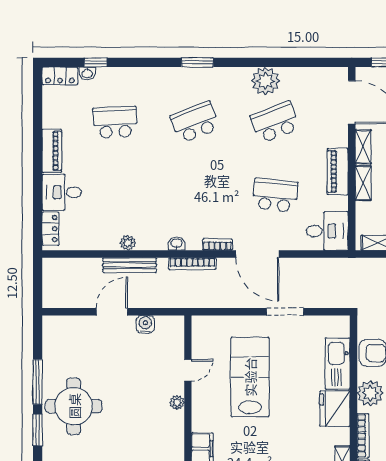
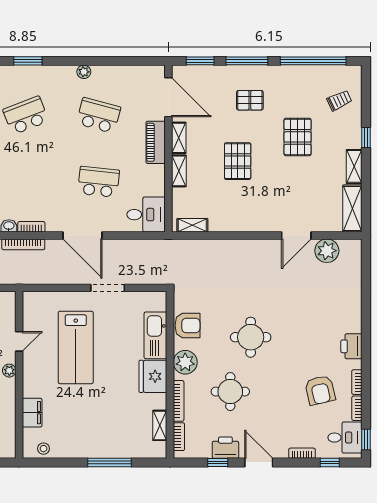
plant: (265, 81) -> (84, 72), width x0.53, depth x0.53
school desk: (275, 122) -> (99, 115), turned 36
piano: (338, 171) -> (156, 142), moved
bookcase: (217, 245) -> (31, 227), moved
lab bench: (250, 377) -> (76, 347), turned 180

